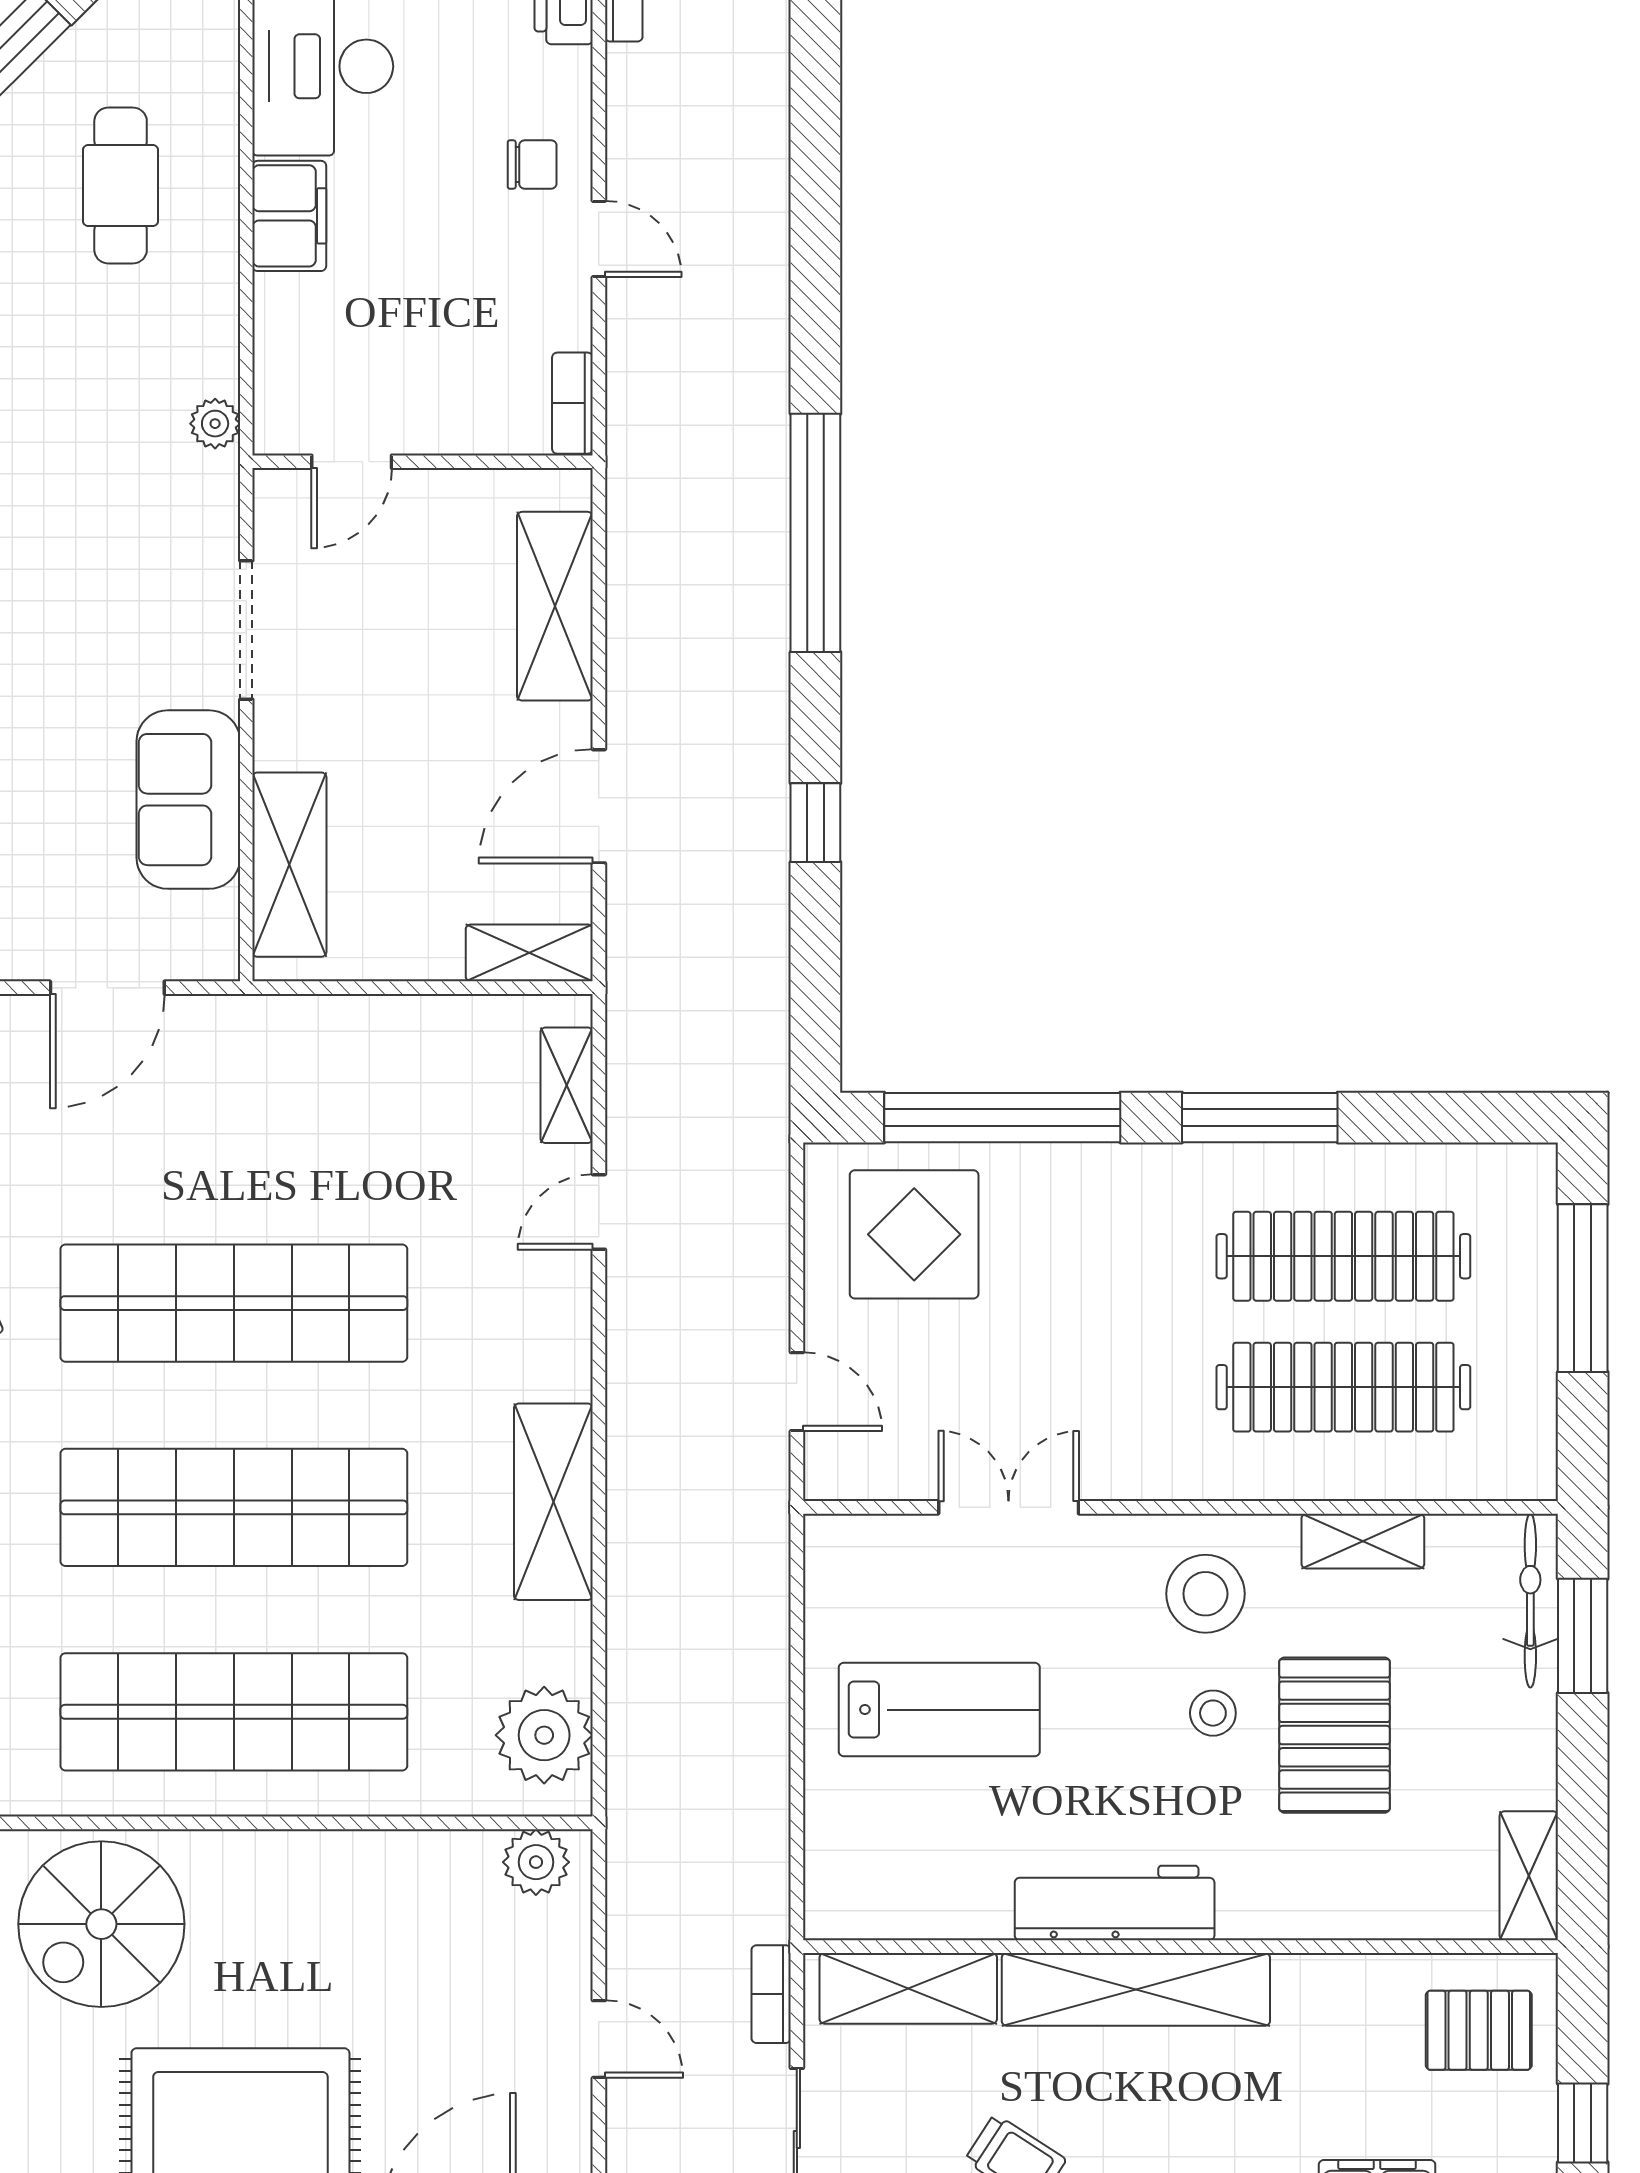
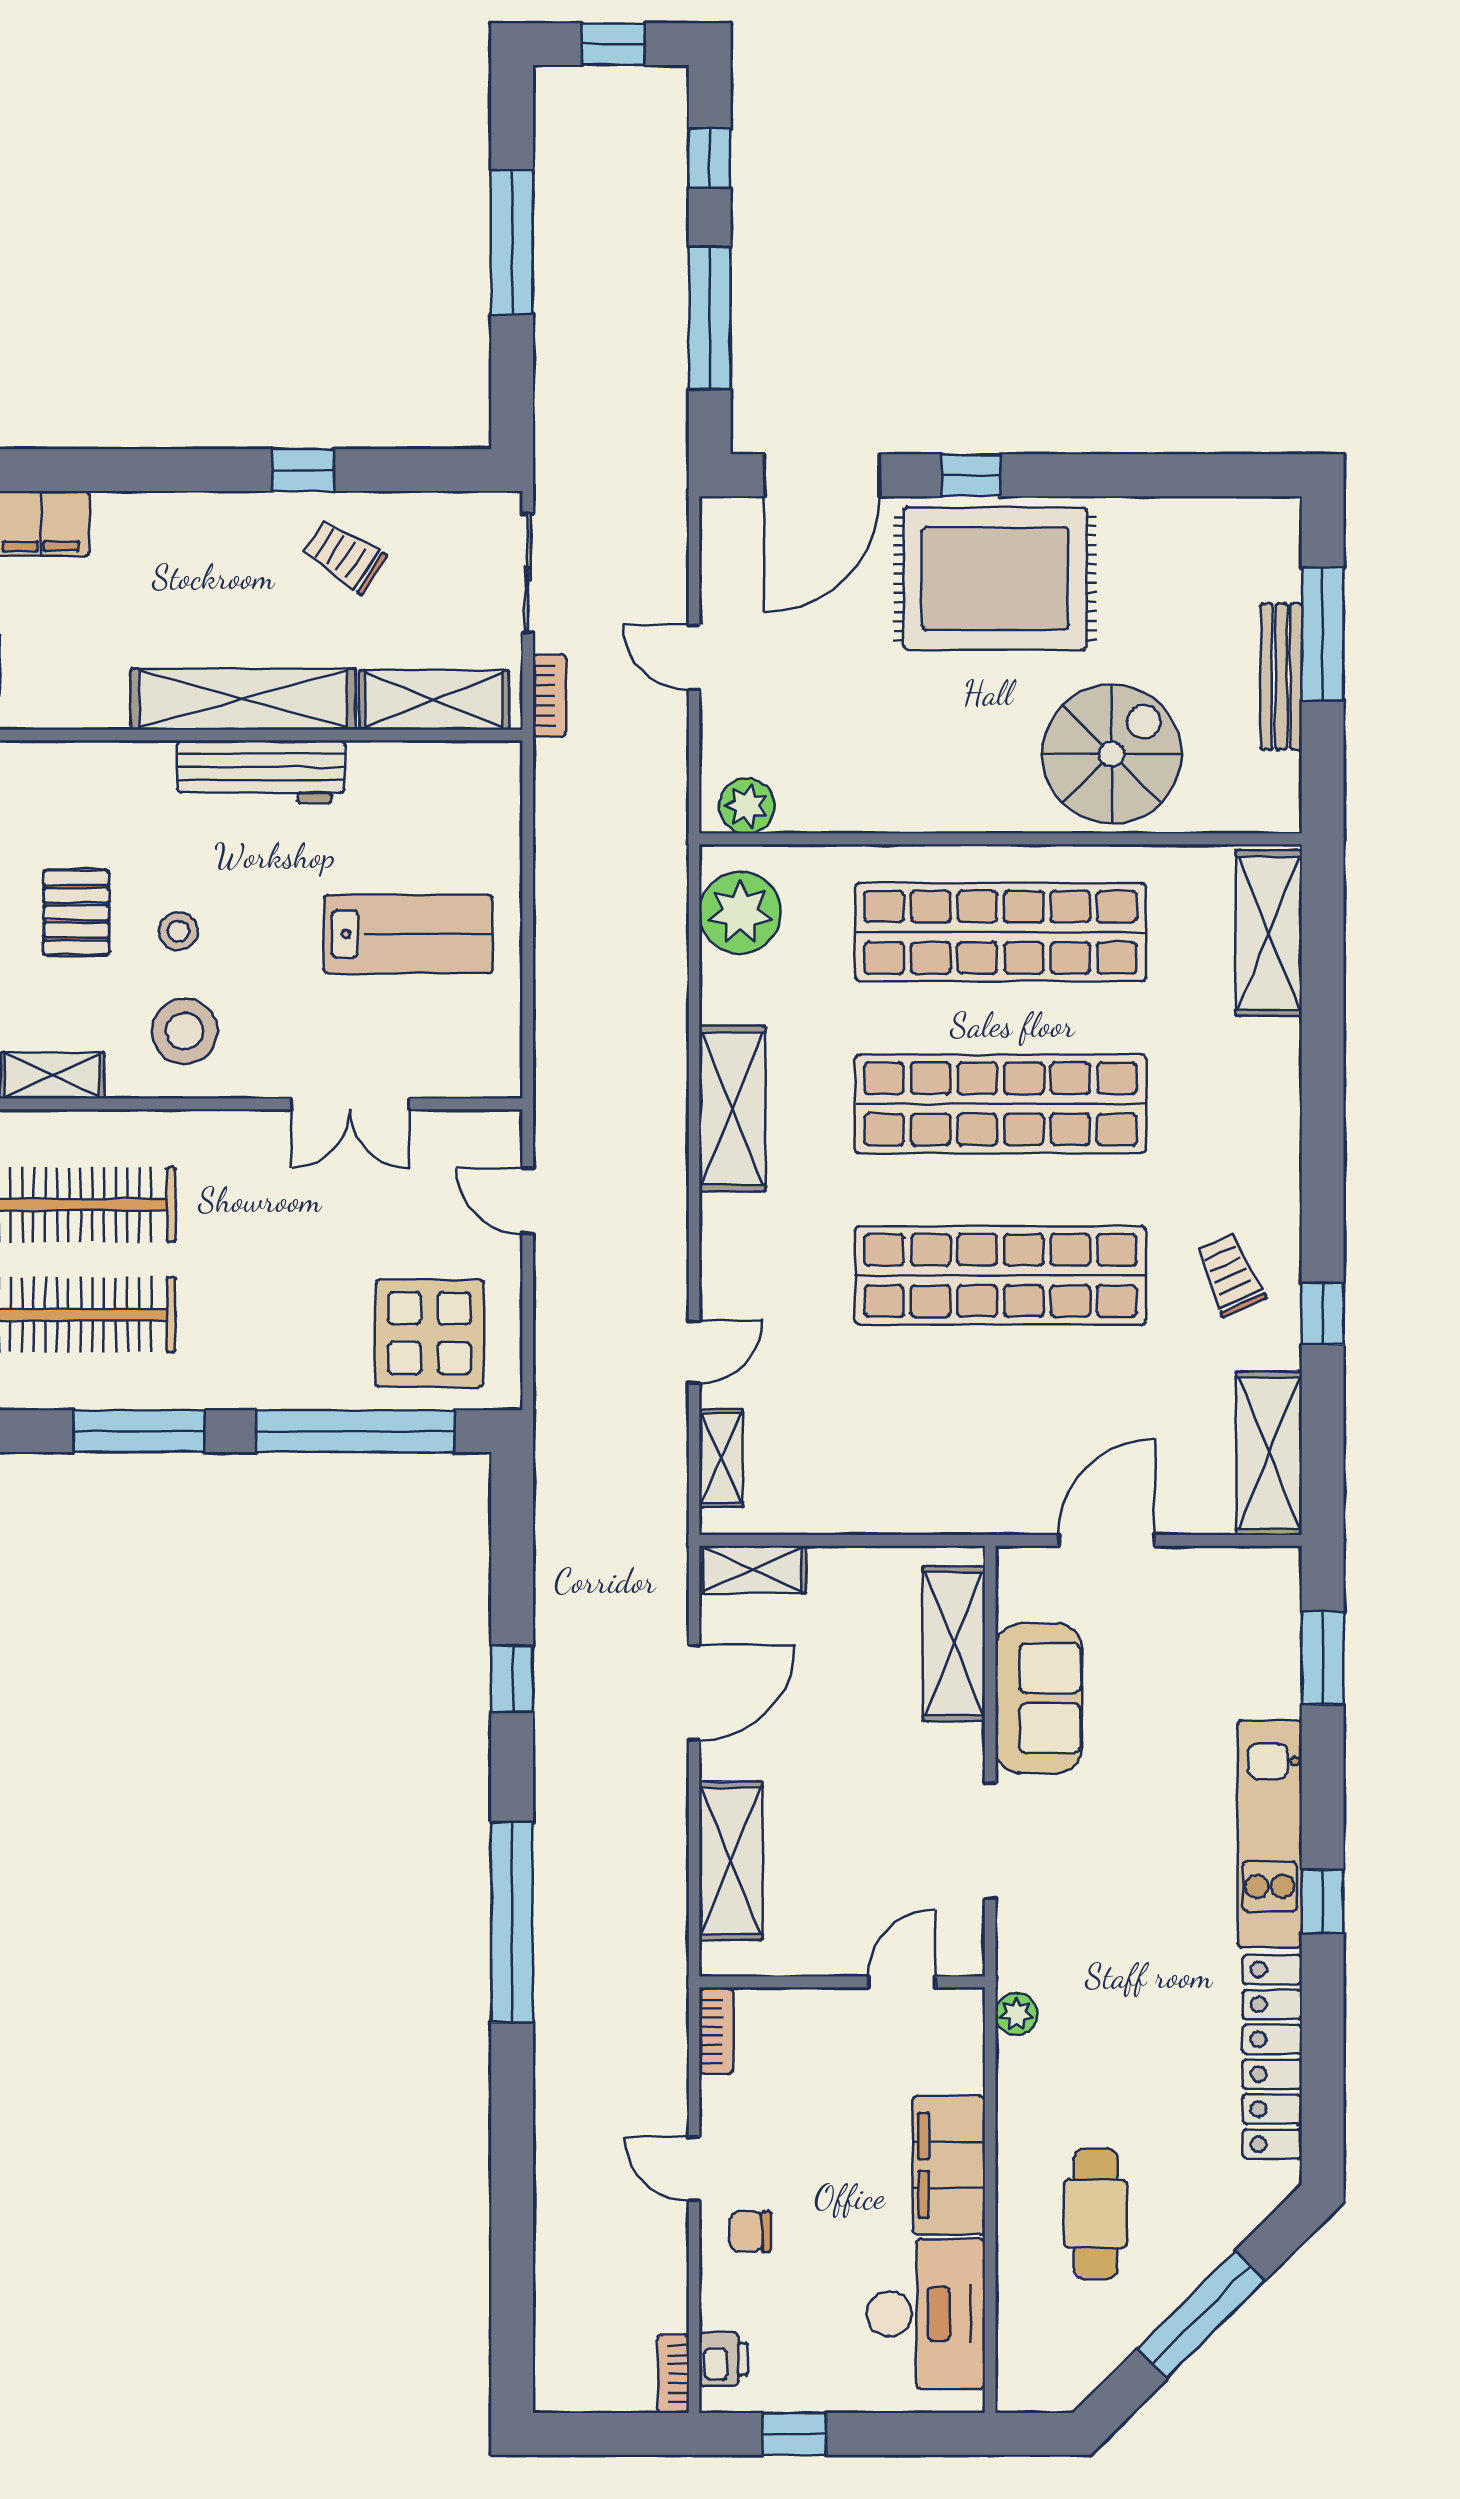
filing cabinet: (289, 216) -> (949, 2165), width x1.50, depth x1.17
lab bench: (939, 1710) -> (408, 934), turned 180
pallet: (1335, 1735) -> (76, 913), width x0.67, depth x0.71

